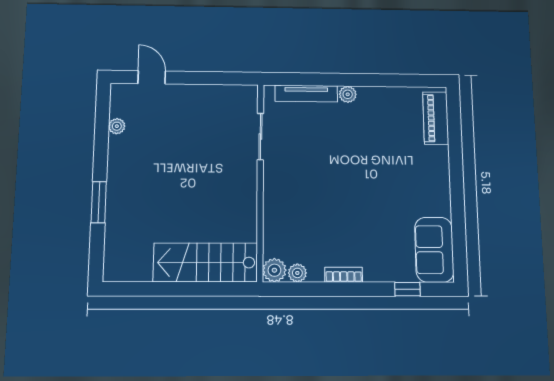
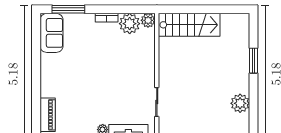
plant: (117, 126) -> (240, 103), width x1.87, depth x1.87
plant: (297, 273) -> (130, 24), width x1.87, depth x1.87
window: (407, 289) -> (68, 9), width x2.17

